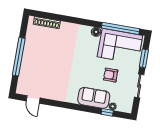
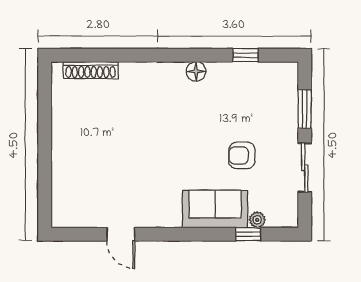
window: (121, 28) -> (245, 55), width x0.32
corner sofa: (120, 46) -> (250, 92), removed
window: (19, 57) -> (45, 151), removed
door: (33, 99) -> (121, 234), moved

